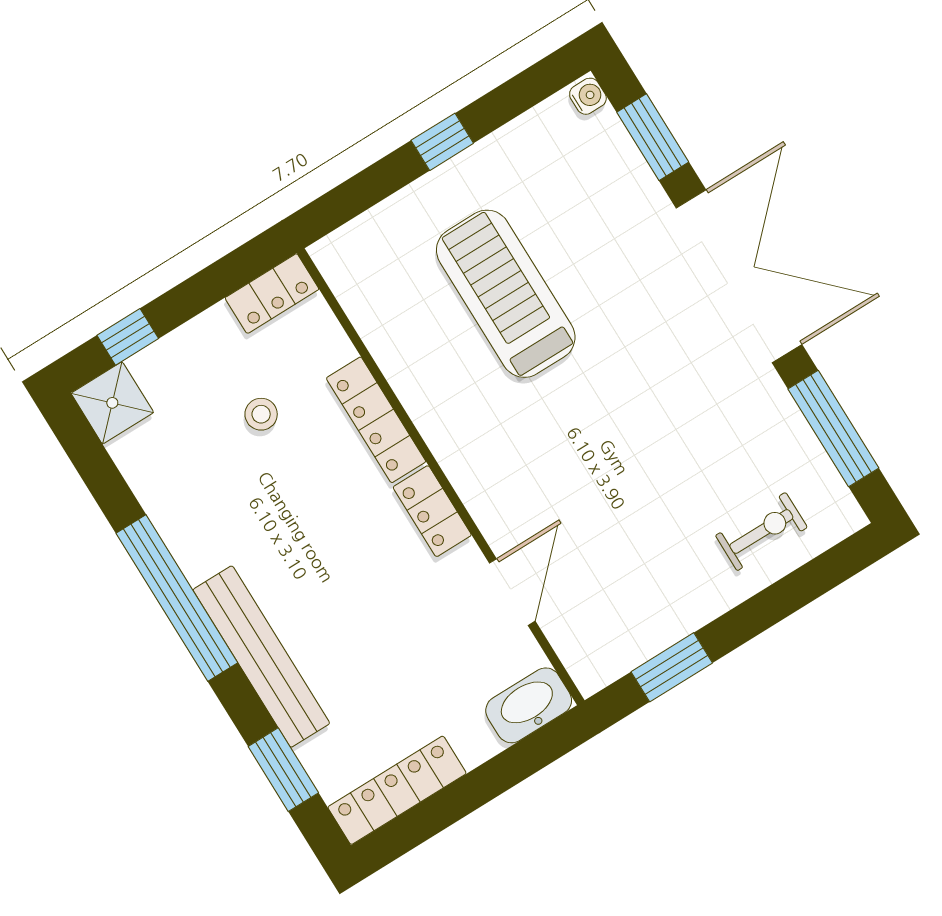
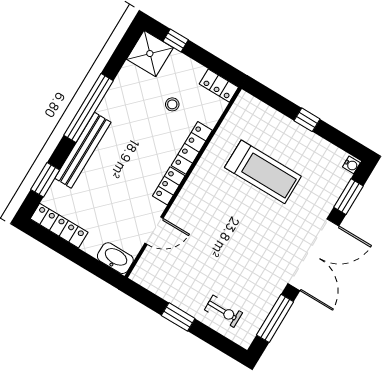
treadmill: (506, 294) -> (263, 172), turned 90
shower: (112, 403) -> (150, 54), width x1.36, depth x1.36
window: (672, 667) -> (178, 317), moved

